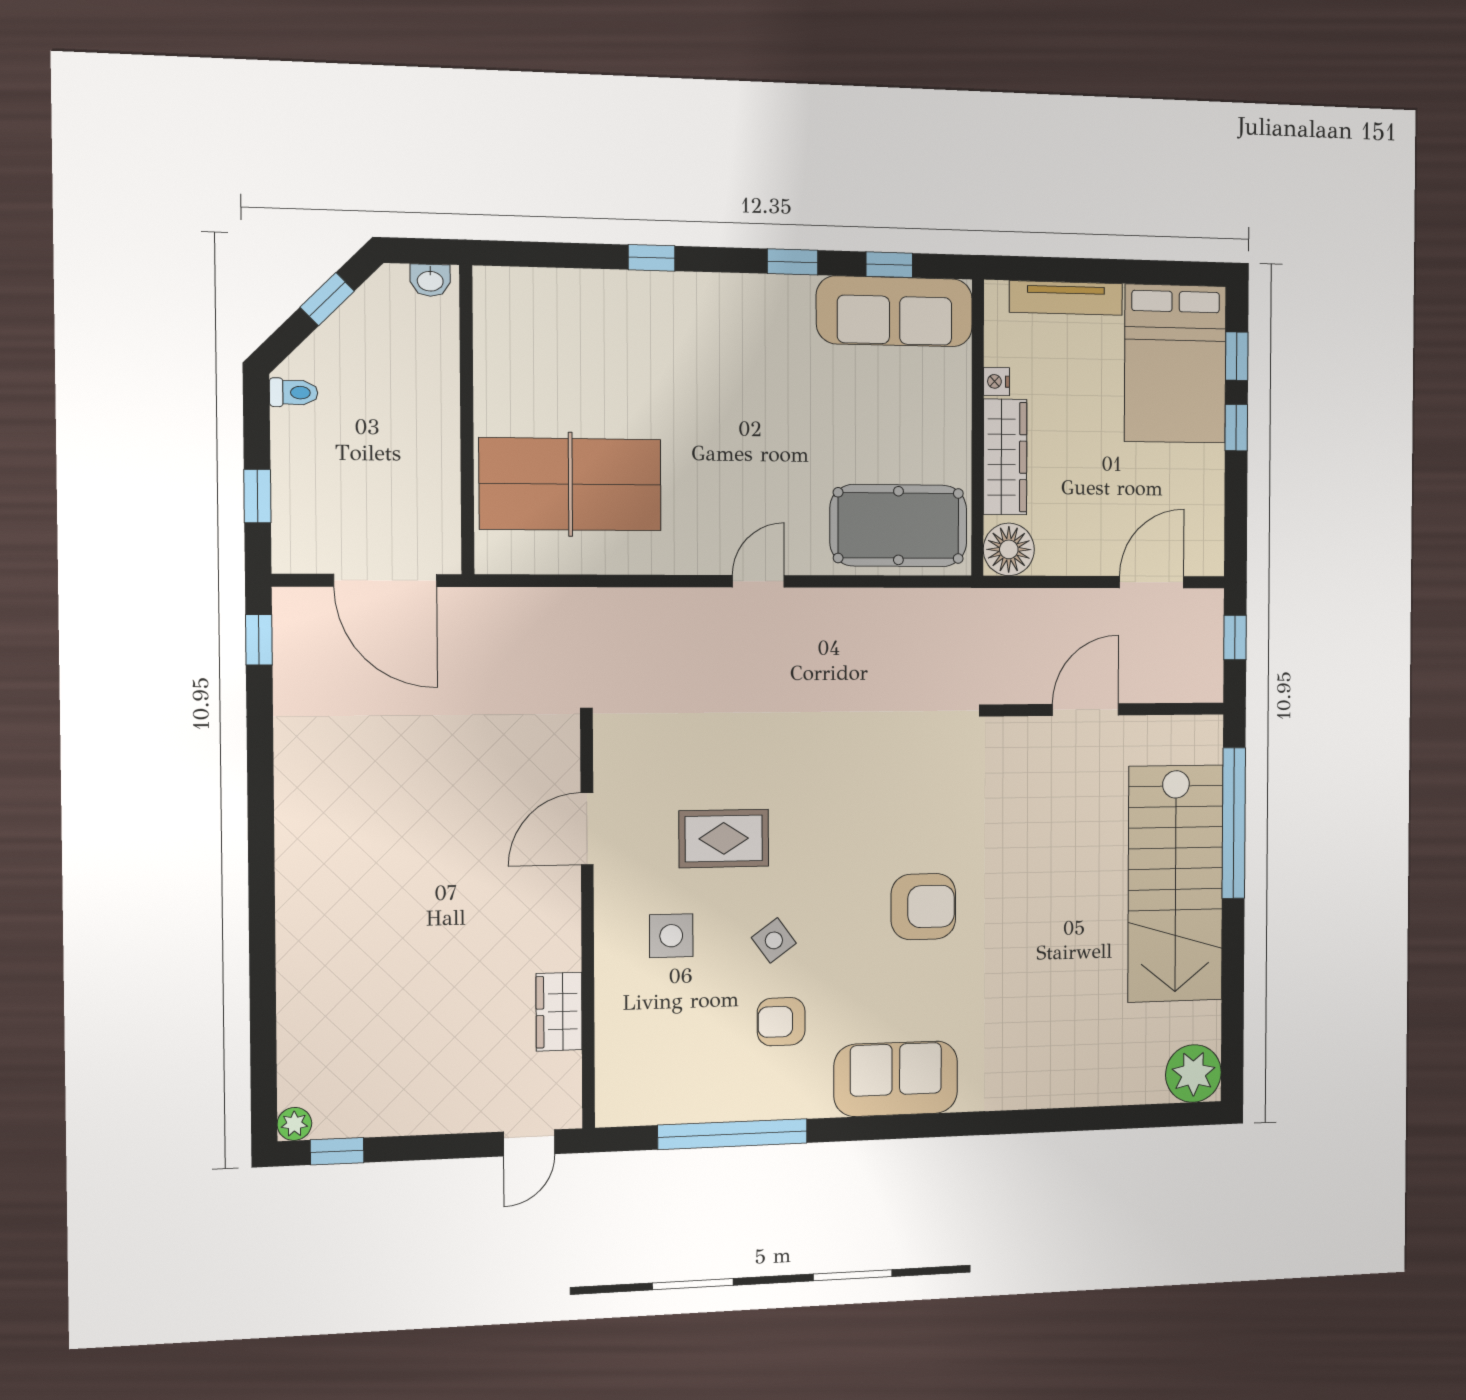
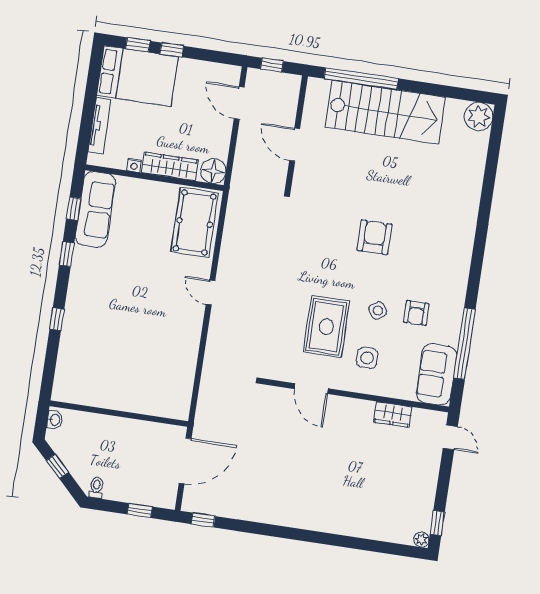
table tennis table: (570, 484) -> (154, 372), removed
rug: (724, 838) -> (326, 327), width x1.36, depth x1.43
sofa: (896, 1079) -> (436, 374), moved

